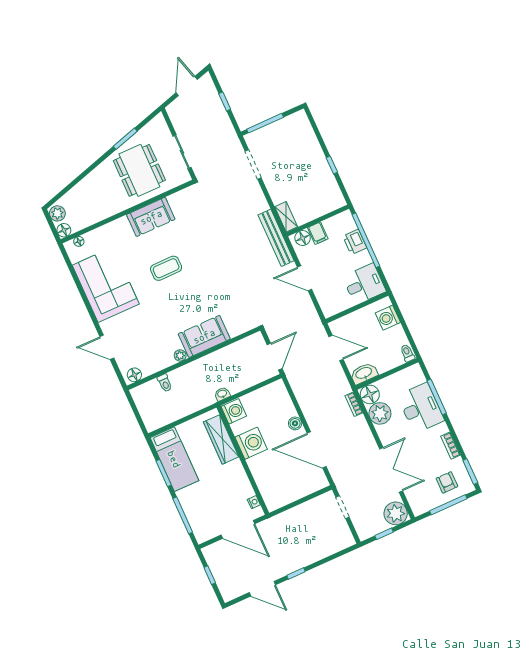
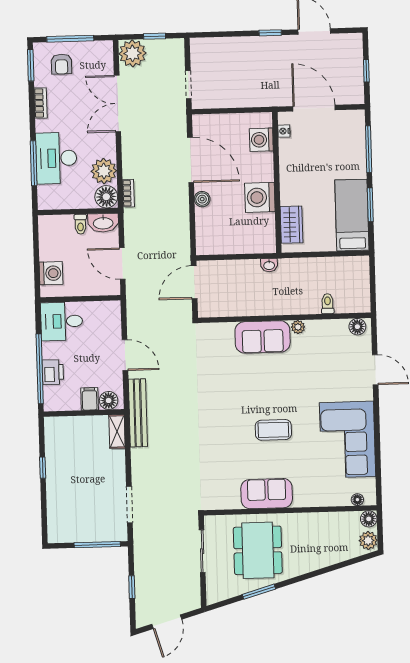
toilet: (407, 353) -> (80, 224), moved
washing machine: (234, 411) -> (261, 140), moved
wardrobe: (221, 439) -> (292, 225), width x0.67

